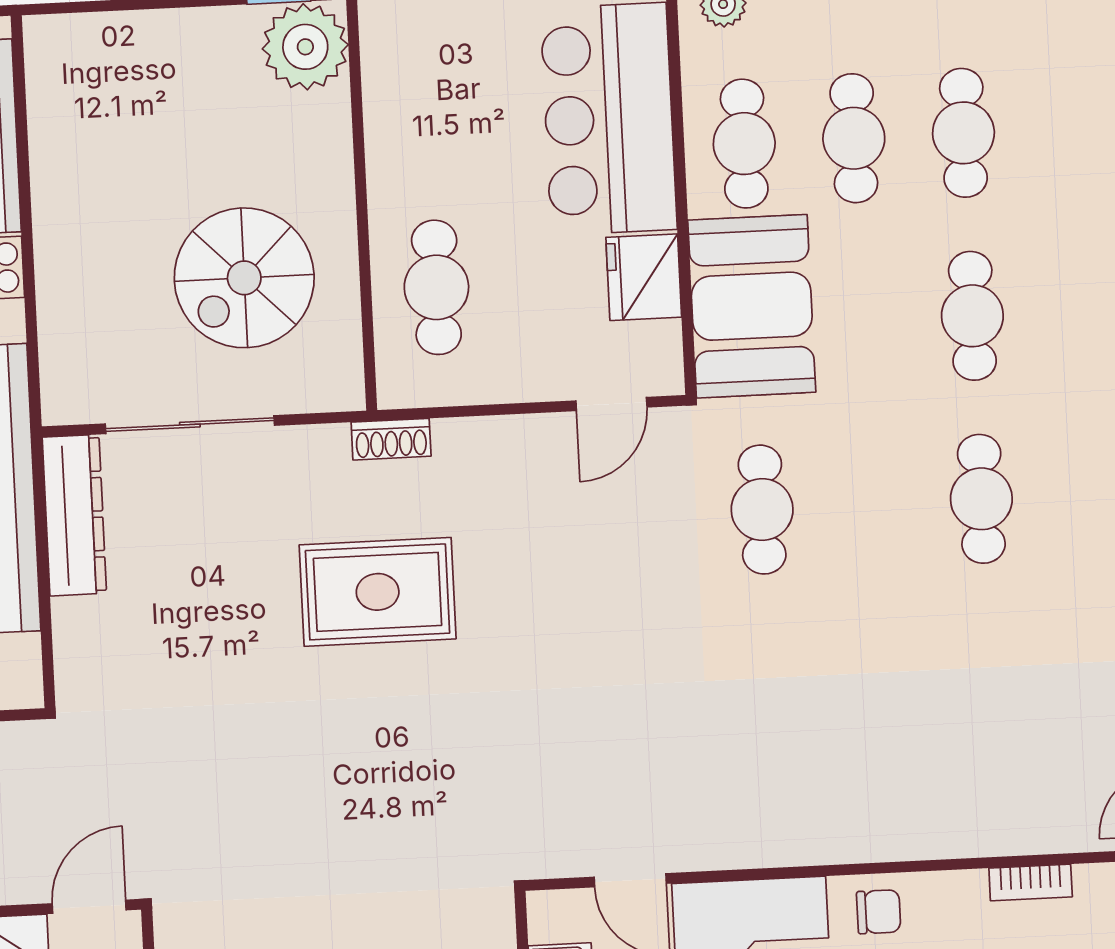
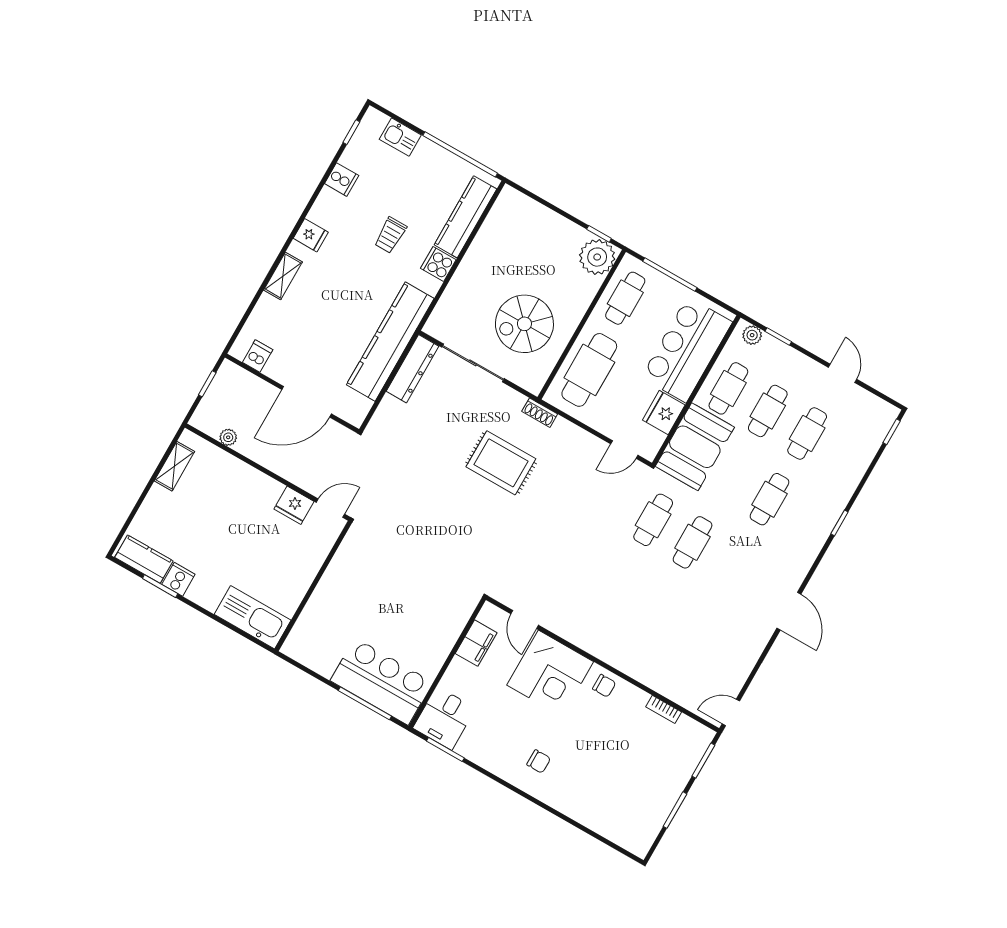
cafe table: (416, 94) -> (625, 298), added
cafe table: (436, 287) -> (589, 370), width x1.37, depth x1.35
cafe table: (981, 499) -> (693, 542), moved

